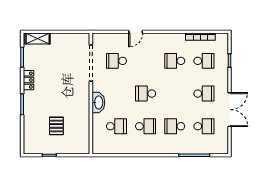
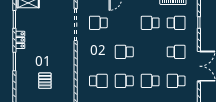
washbasin: (98, 102) -> (82, 60), removed
school desk: (146, 126) -> (124, 81), turned 180
school desk: (204, 126) -> (176, 81), turned 180

